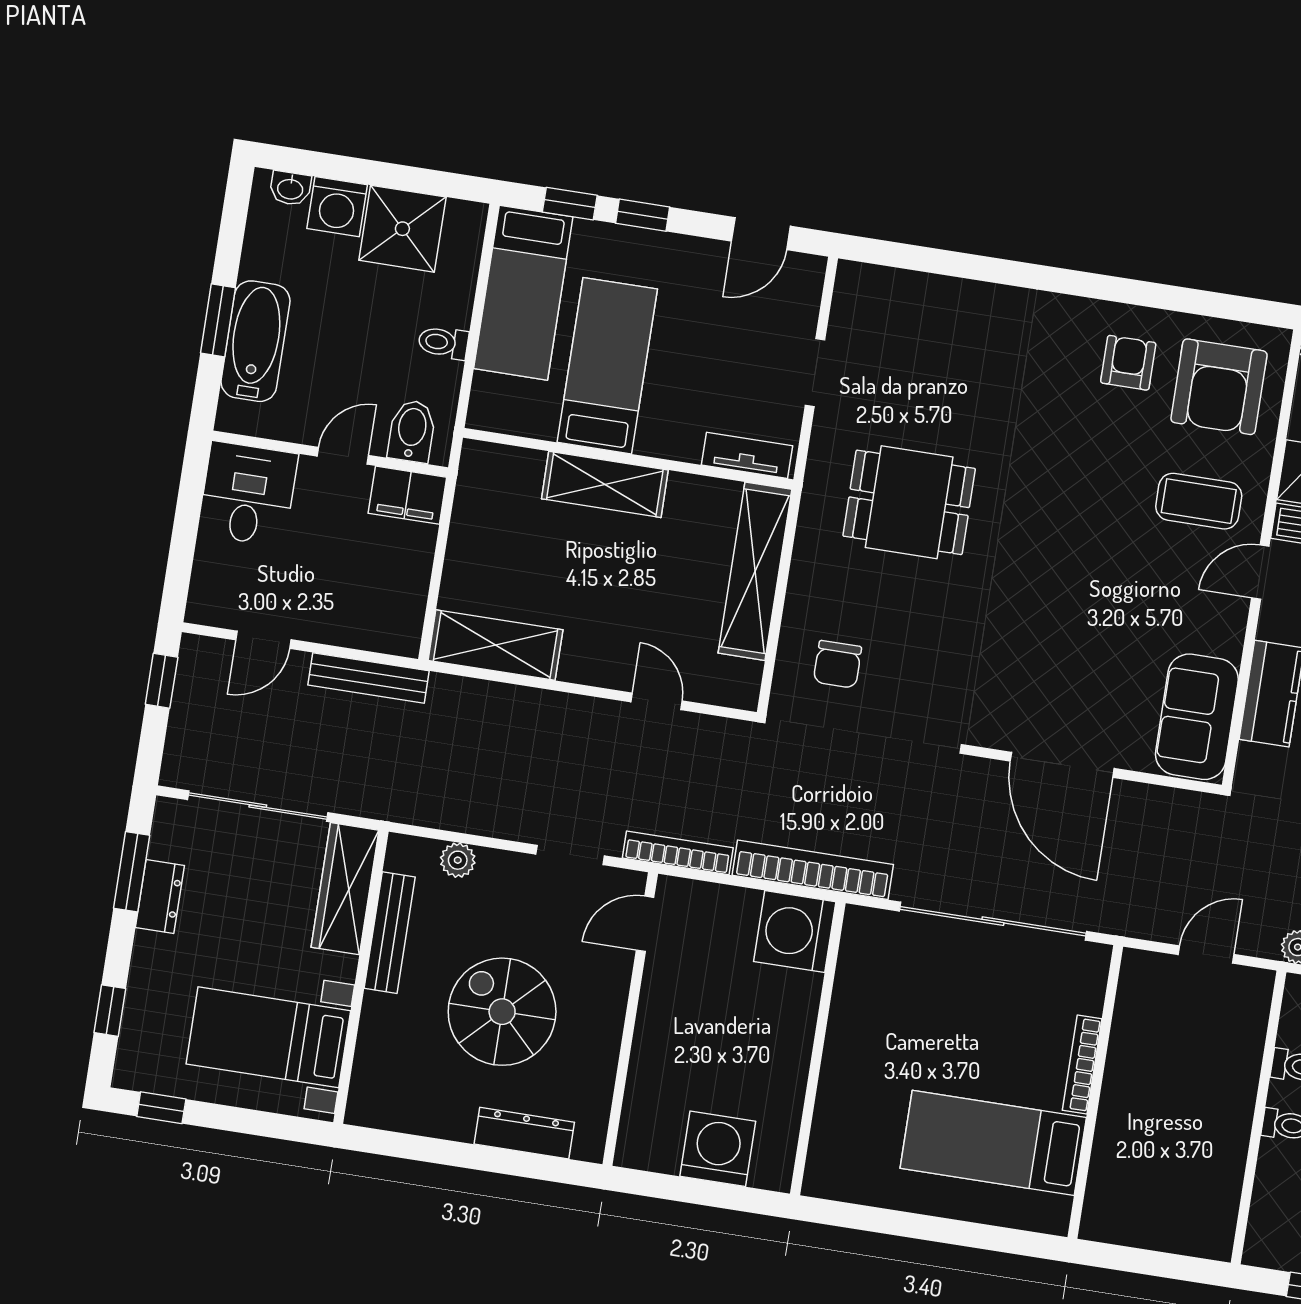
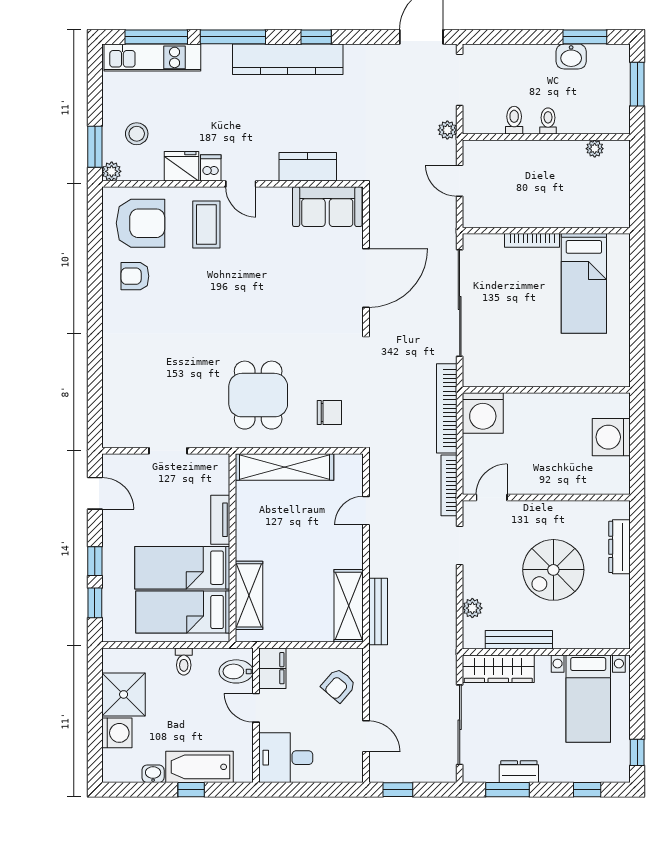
washbasin: (290, 188) -> (153, 774), moved, turned -90
bed: (523, 293) -> (183, 612), moved, turned 180
window: (218, 320) -> (191, 790), width x0.67
tv unit: (747, 455) -> (220, 520), moved
shelving: (605, 484) -> (249, 595), moved
dining table: (909, 502) -> (258, 395), moved
armchair: (360, 606) -> (339, 685), added
bench: (368, 678) -> (378, 611), moved
door: (645, 924) -> (492, 498), swing flipped
plant: (1225, 1199) -> (595, 149), added

